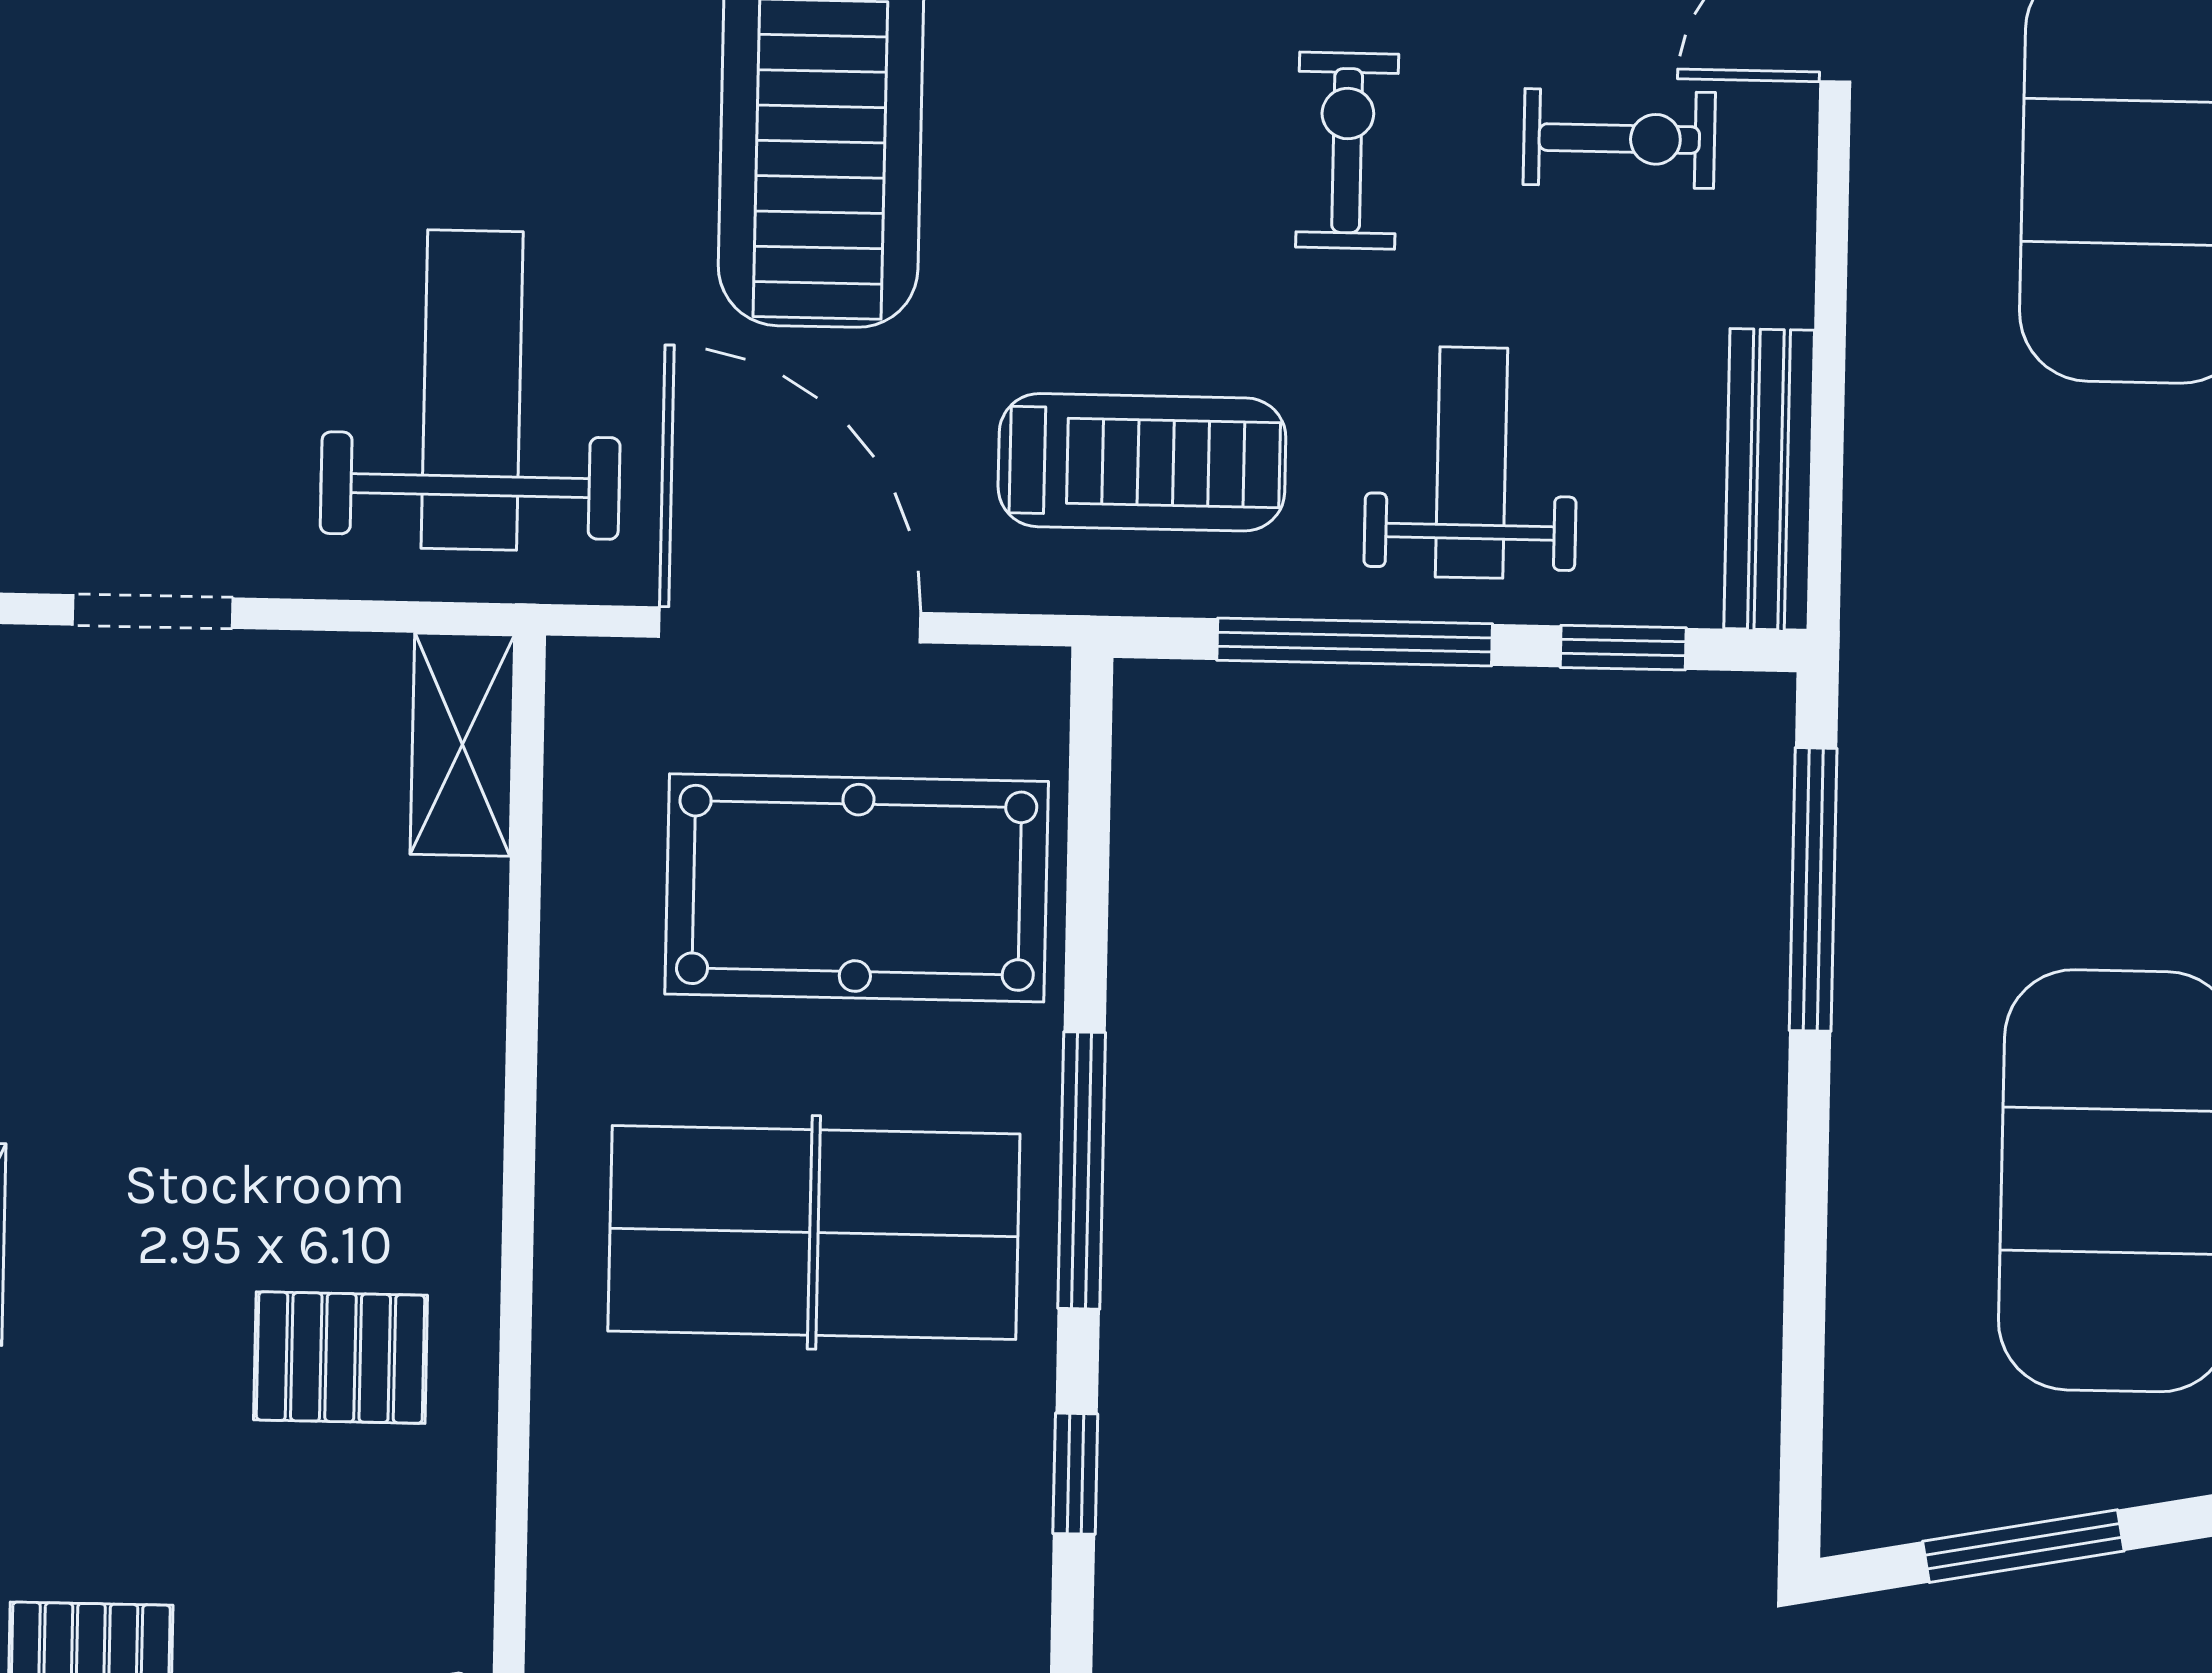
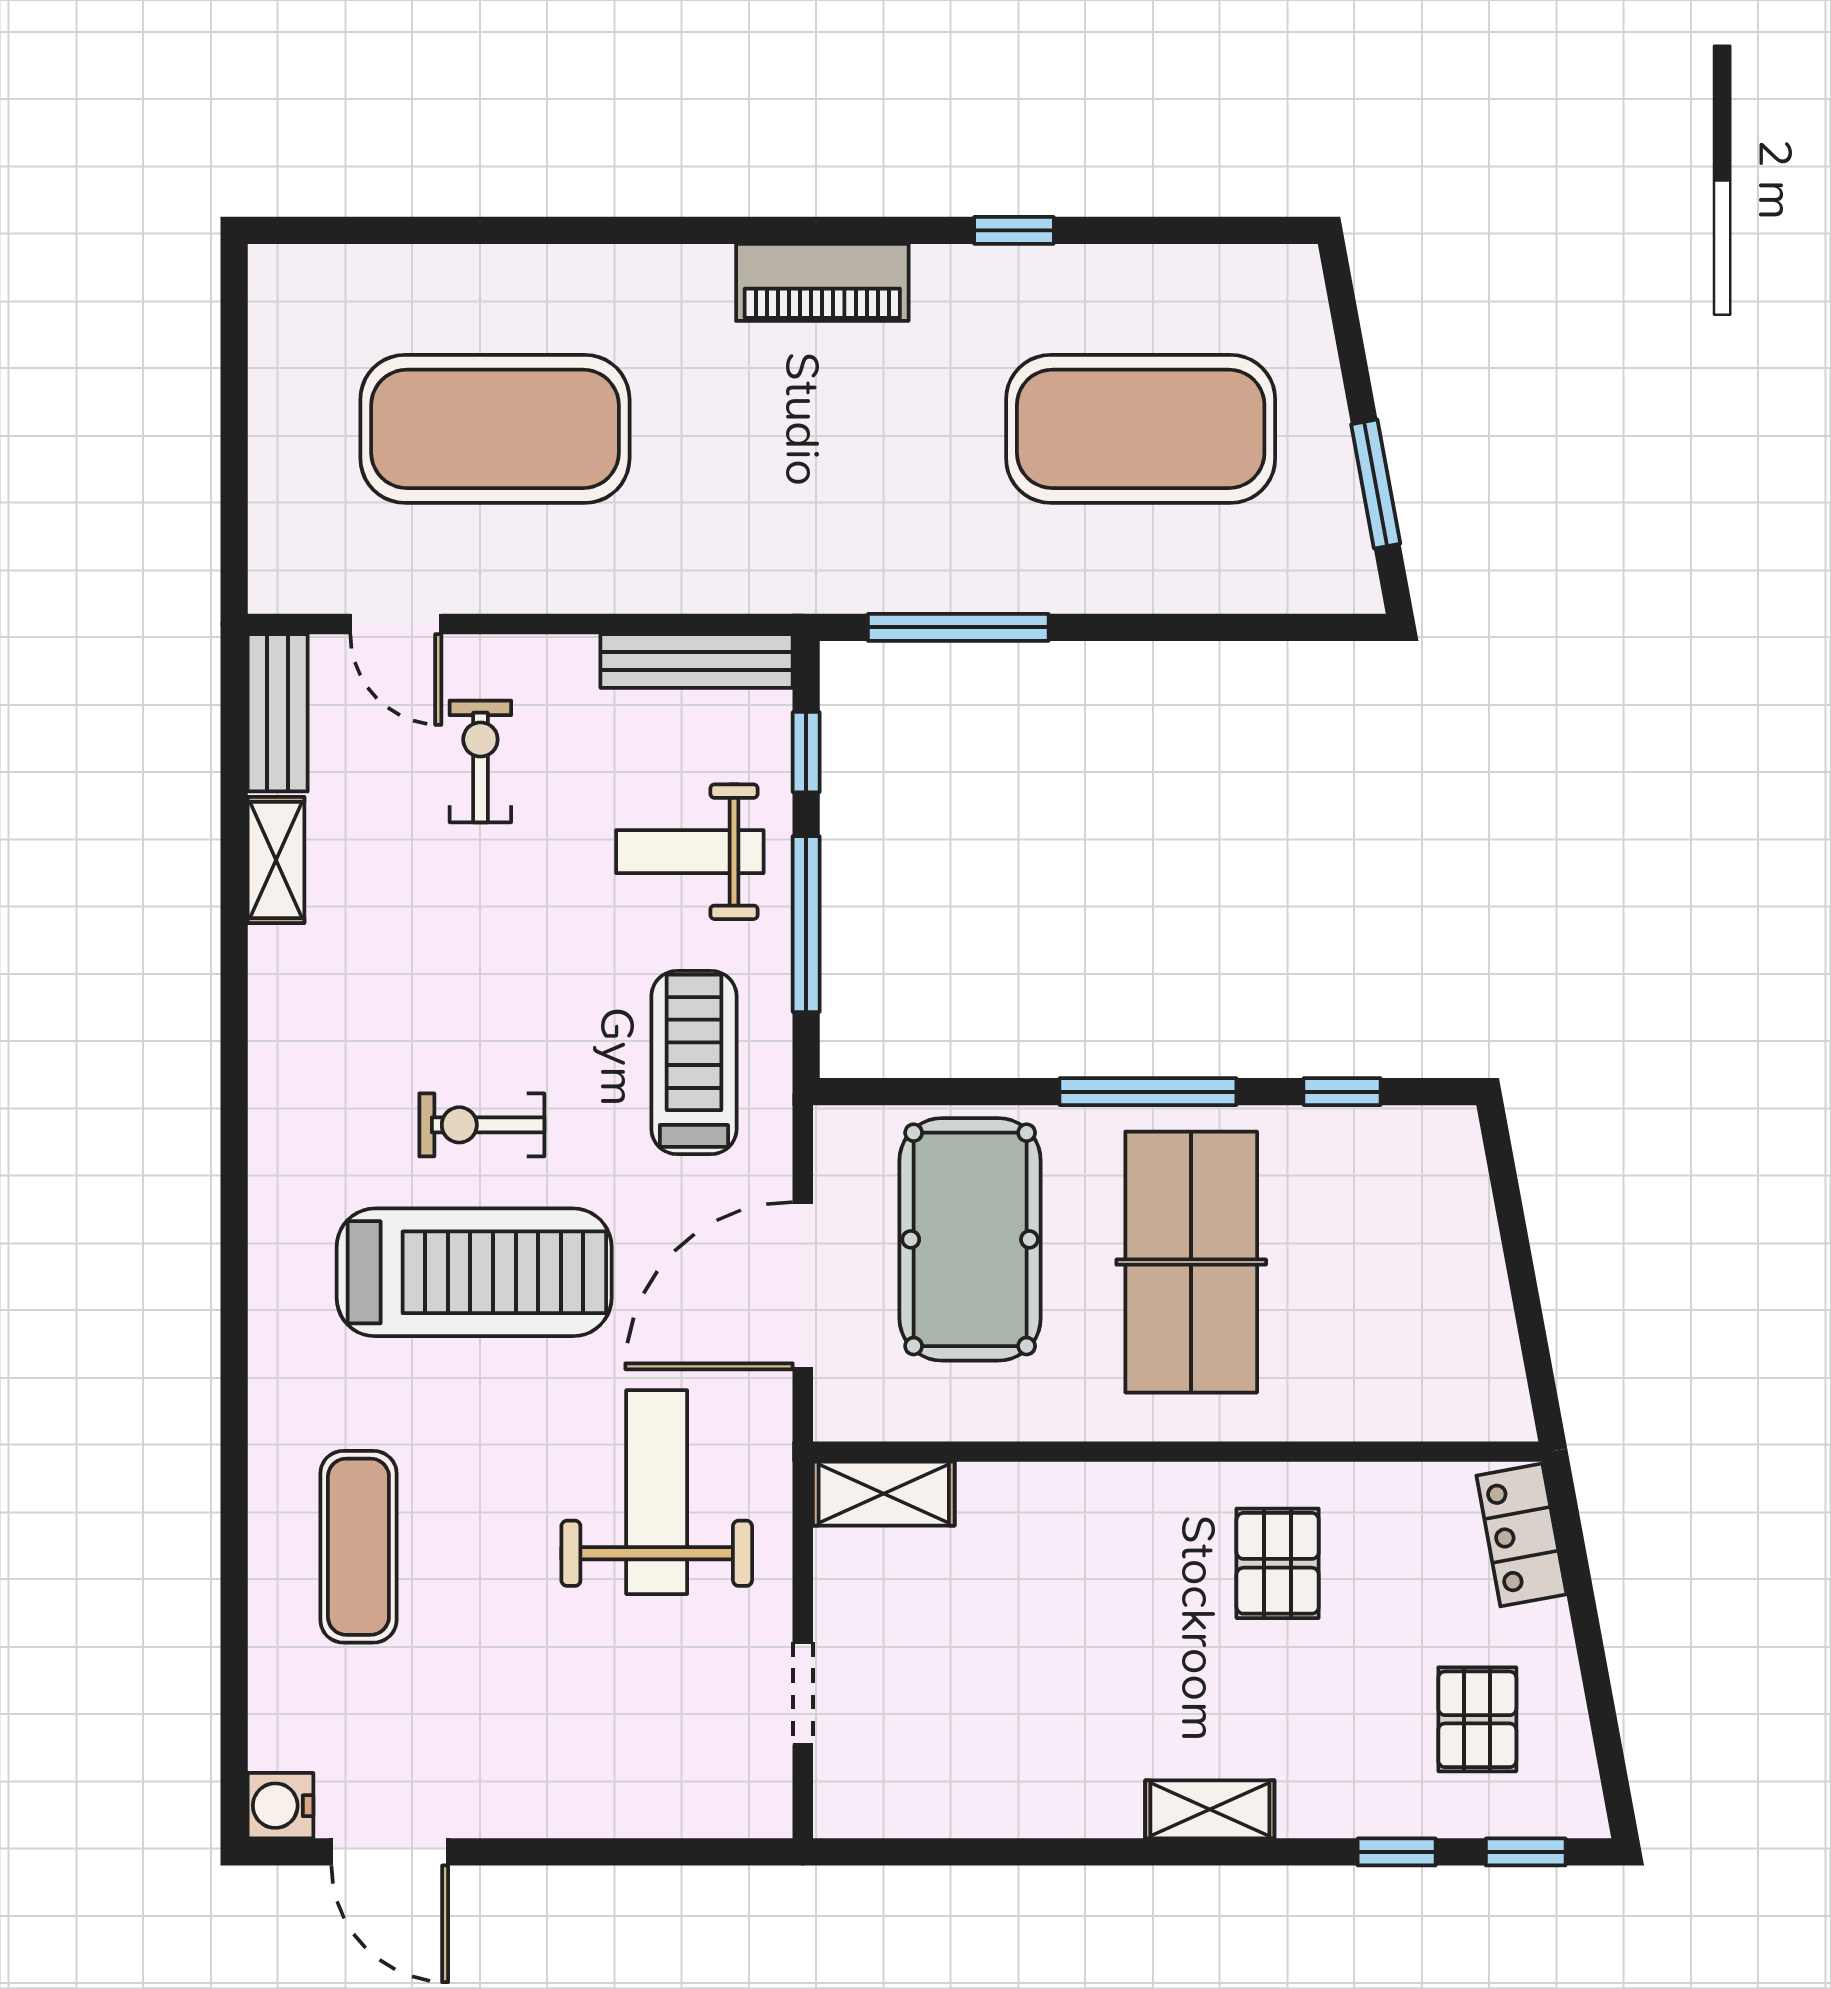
exercise bike: (1347, 151) -> (482, 1125), moved
weight bench: (472, 390) -> (657, 1492), turned 90

